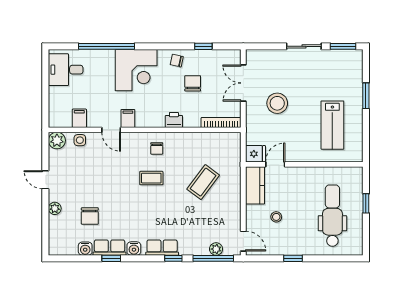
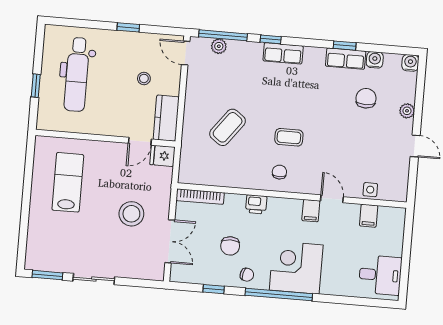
window: (107, 46) -> (279, 295), moved
window: (366, 96) -> (25, 214), removed
plant: (57, 140) -> (398, 191), removed
water cooler: (134, 249) -> (410, 63), moved

